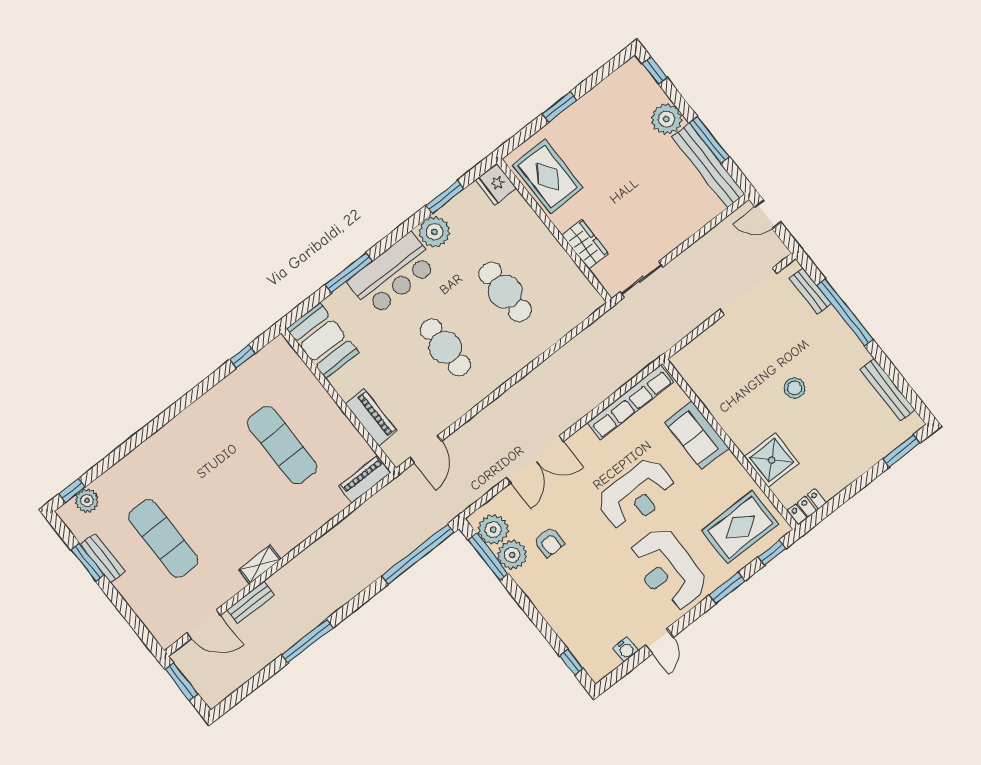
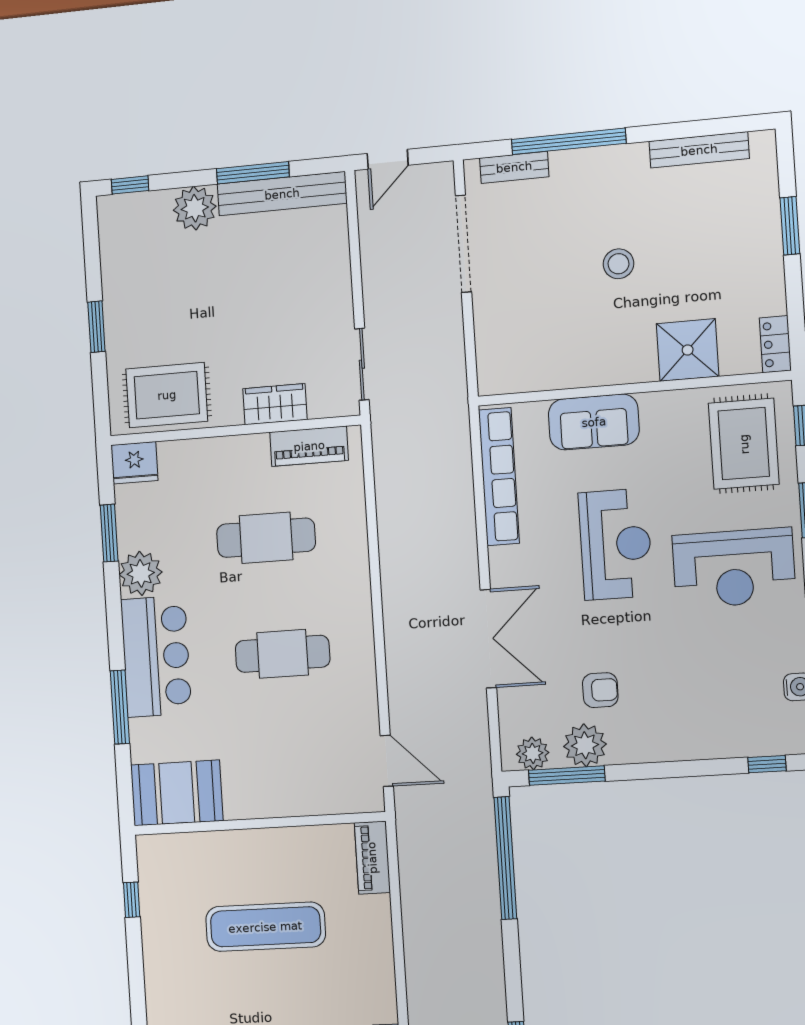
piano: (371, 417) -> (309, 446), moved, turned 180
window: (901, 451) -> (790, 226), moved
plant: (493, 530) -> (533, 753), width x0.73, depth x0.73

